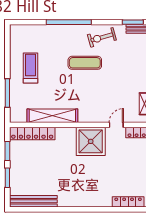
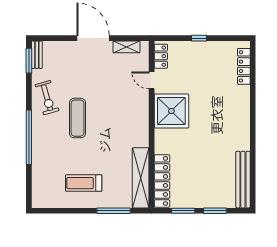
shelving: (52, 116) -> (141, 178), moved

